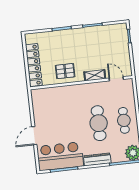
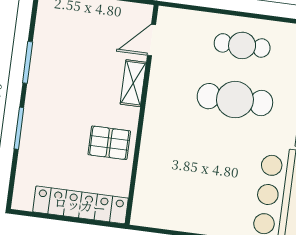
pallet: (65, 71) -> (109, 143), turned 90

